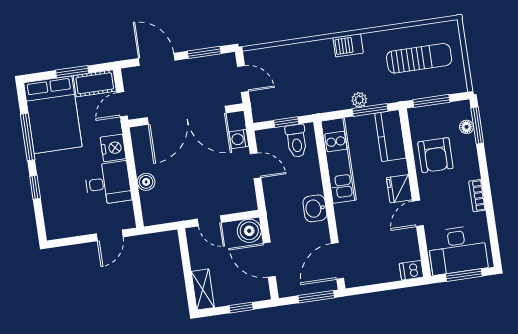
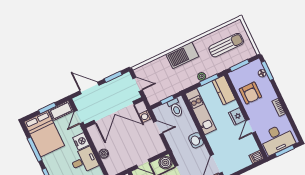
barbecue: (348, 45) -> (182, 55), width x1.88, depth x1.53

